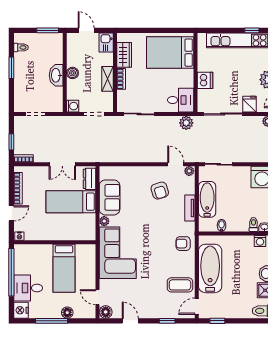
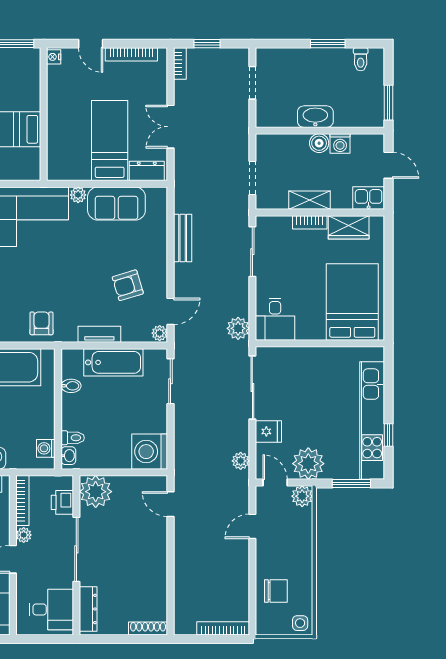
door: (86, 30) -> (388, 165), hinge flipped
dishwasher: (205, 80) -> (307, 359), removed
washing machine: (73, 106) -> (340, 143), moved
bench: (131, 157) -> (183, 238), added

